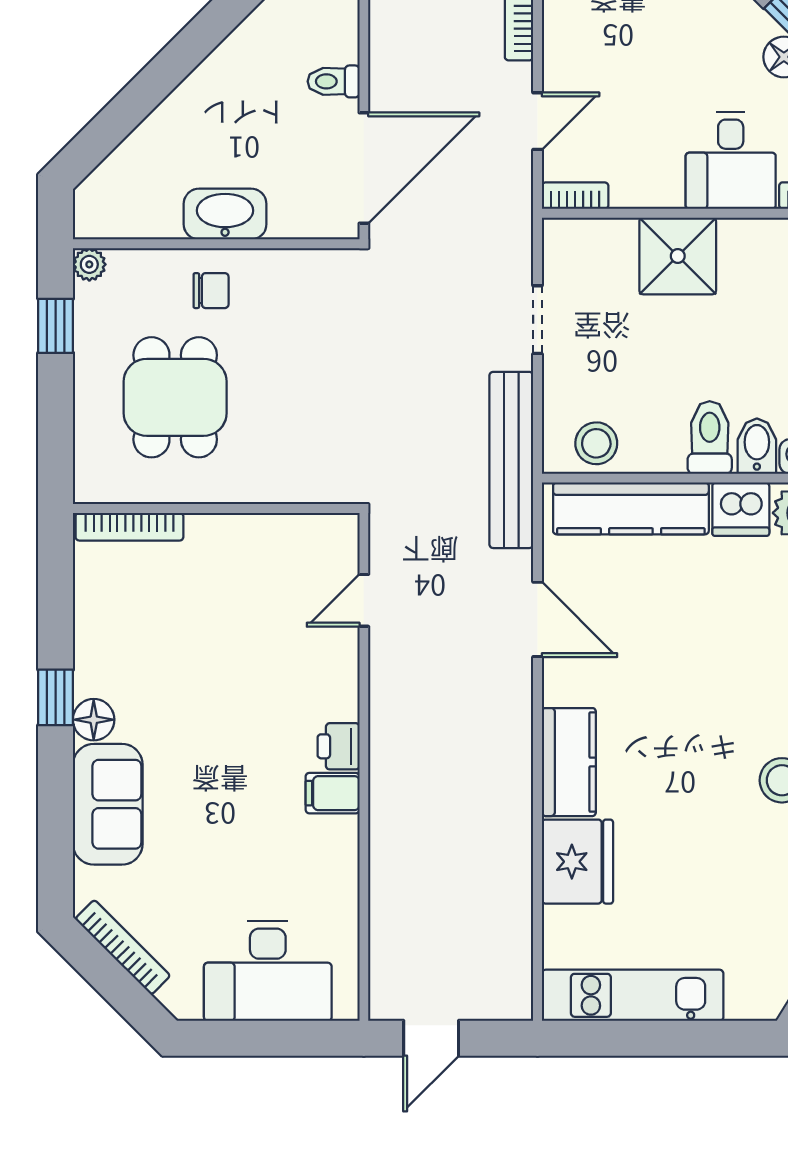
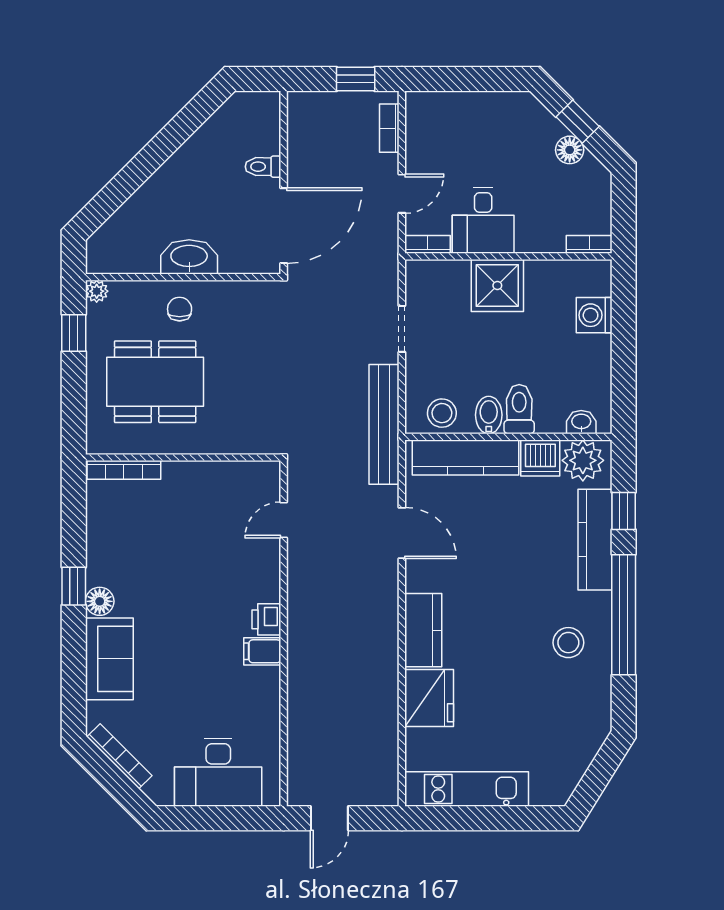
desk: (731, 160) -> (483, 220), moved
chair: (211, 291) -> (180, 309), turned -90
dining table: (175, 397) -> (155, 382), width x1.38
bidet: (757, 446) -> (489, 415), moved

